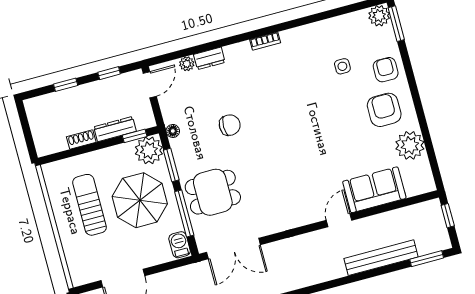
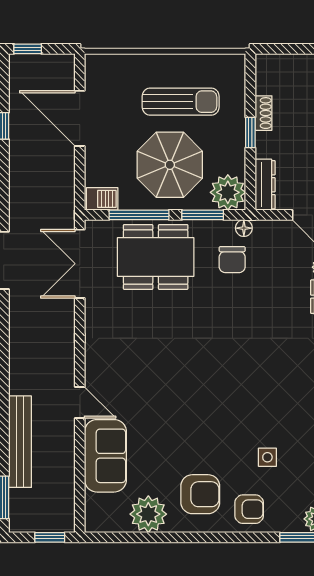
chair: (230, 125) -> (232, 260), moved
dresser: (115, 129) -> (265, 185), moved
window: (135, 136) -> (250, 132), moved
dining table: (213, 192) -> (156, 257), width x1.38

